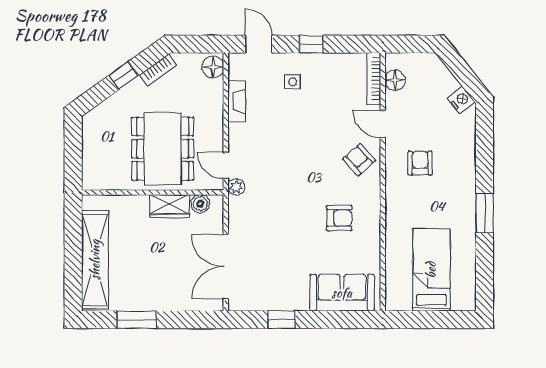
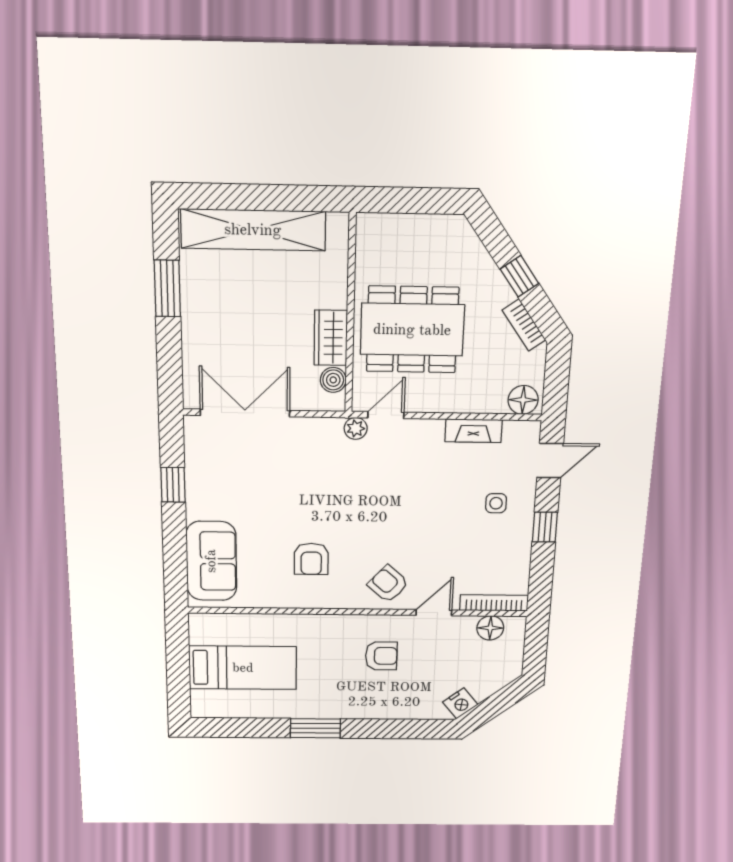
armchair: (359, 160) -> (388, 584), turned -96

